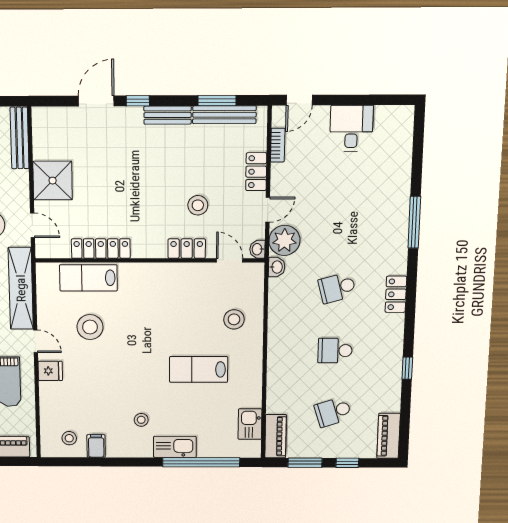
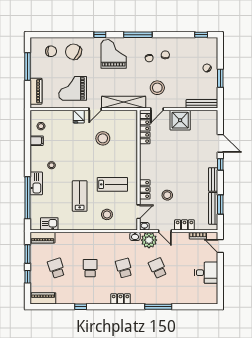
school desk: (339, 223) -> (158, 268), added
locker: (101, 249) -> (145, 129), moved
lab bench: (88, 278) -> (112, 184), moved, turned 90

